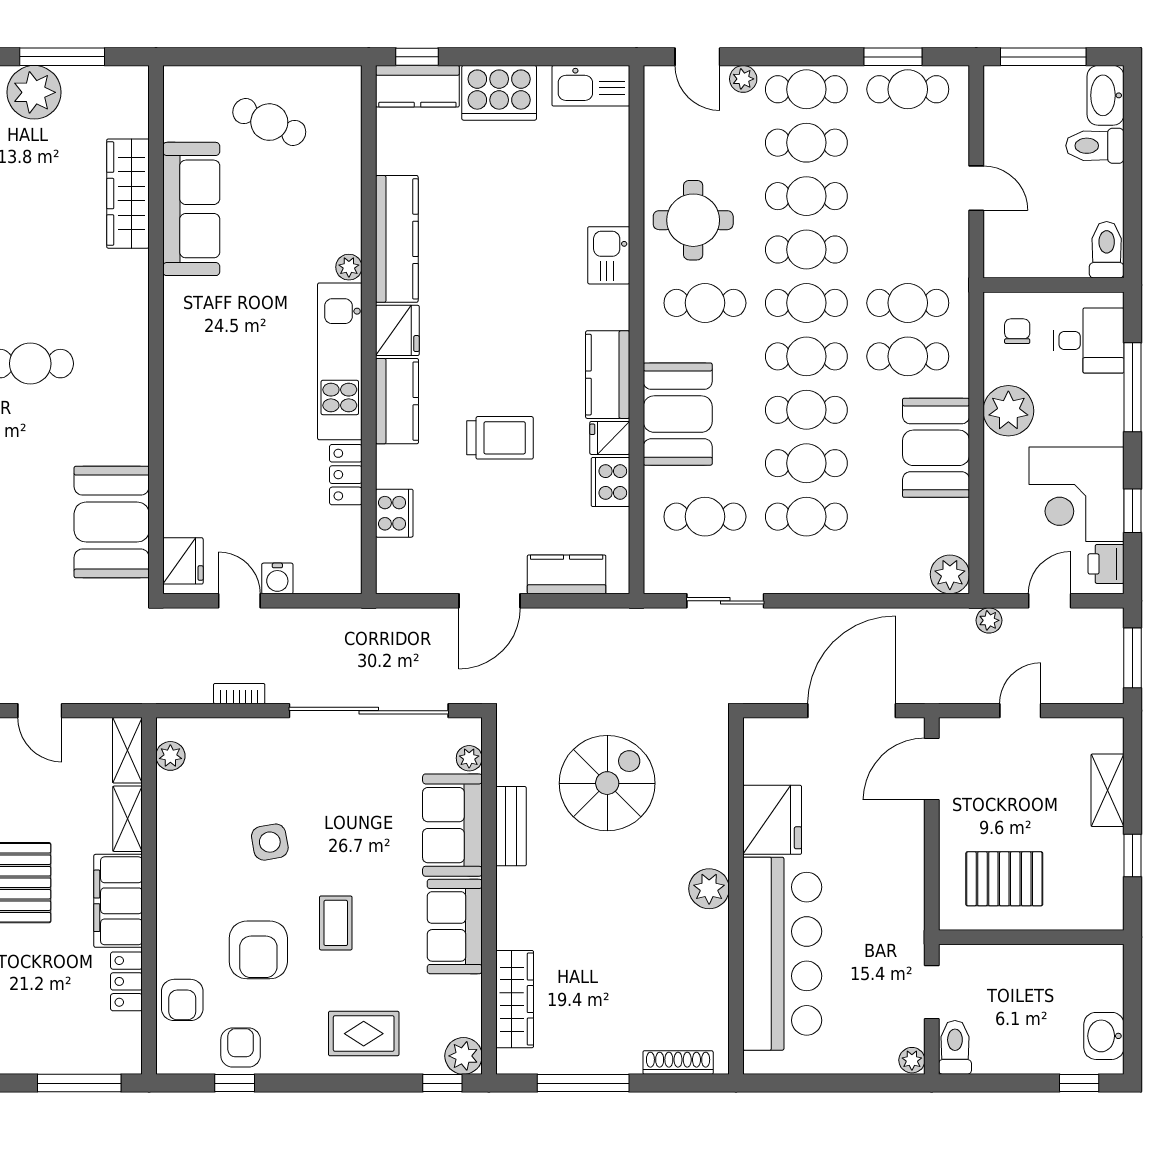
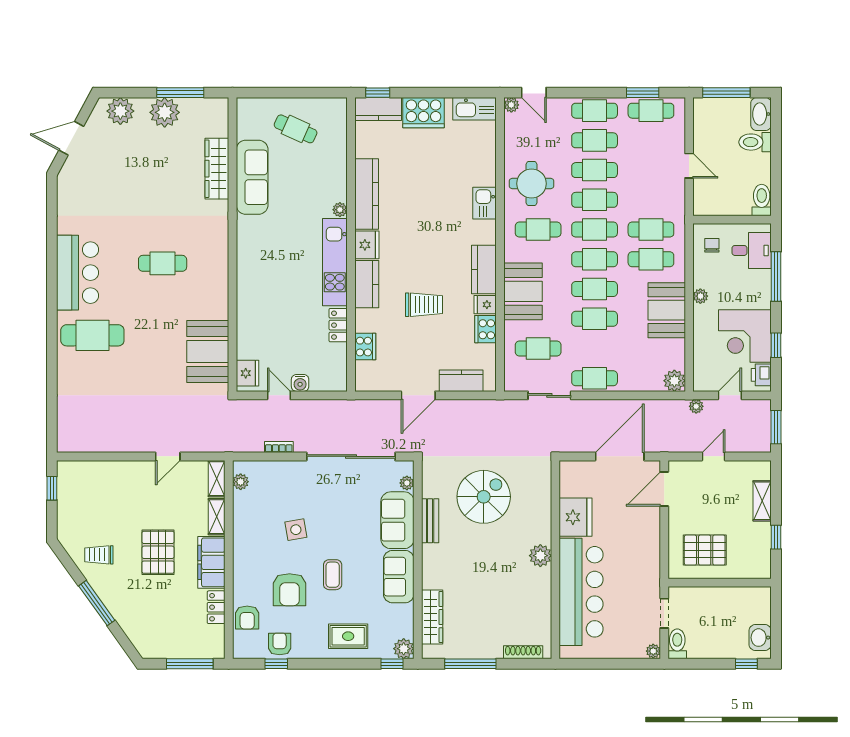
plant: (743, 79) -> (511, 105), moved
plant: (1008, 411) -> (700, 296), width x0.53, depth x0.53
cafe table: (806, 517) -> (595, 378), moved
door: (40, 711) -> (168, 456), hinge flipped

